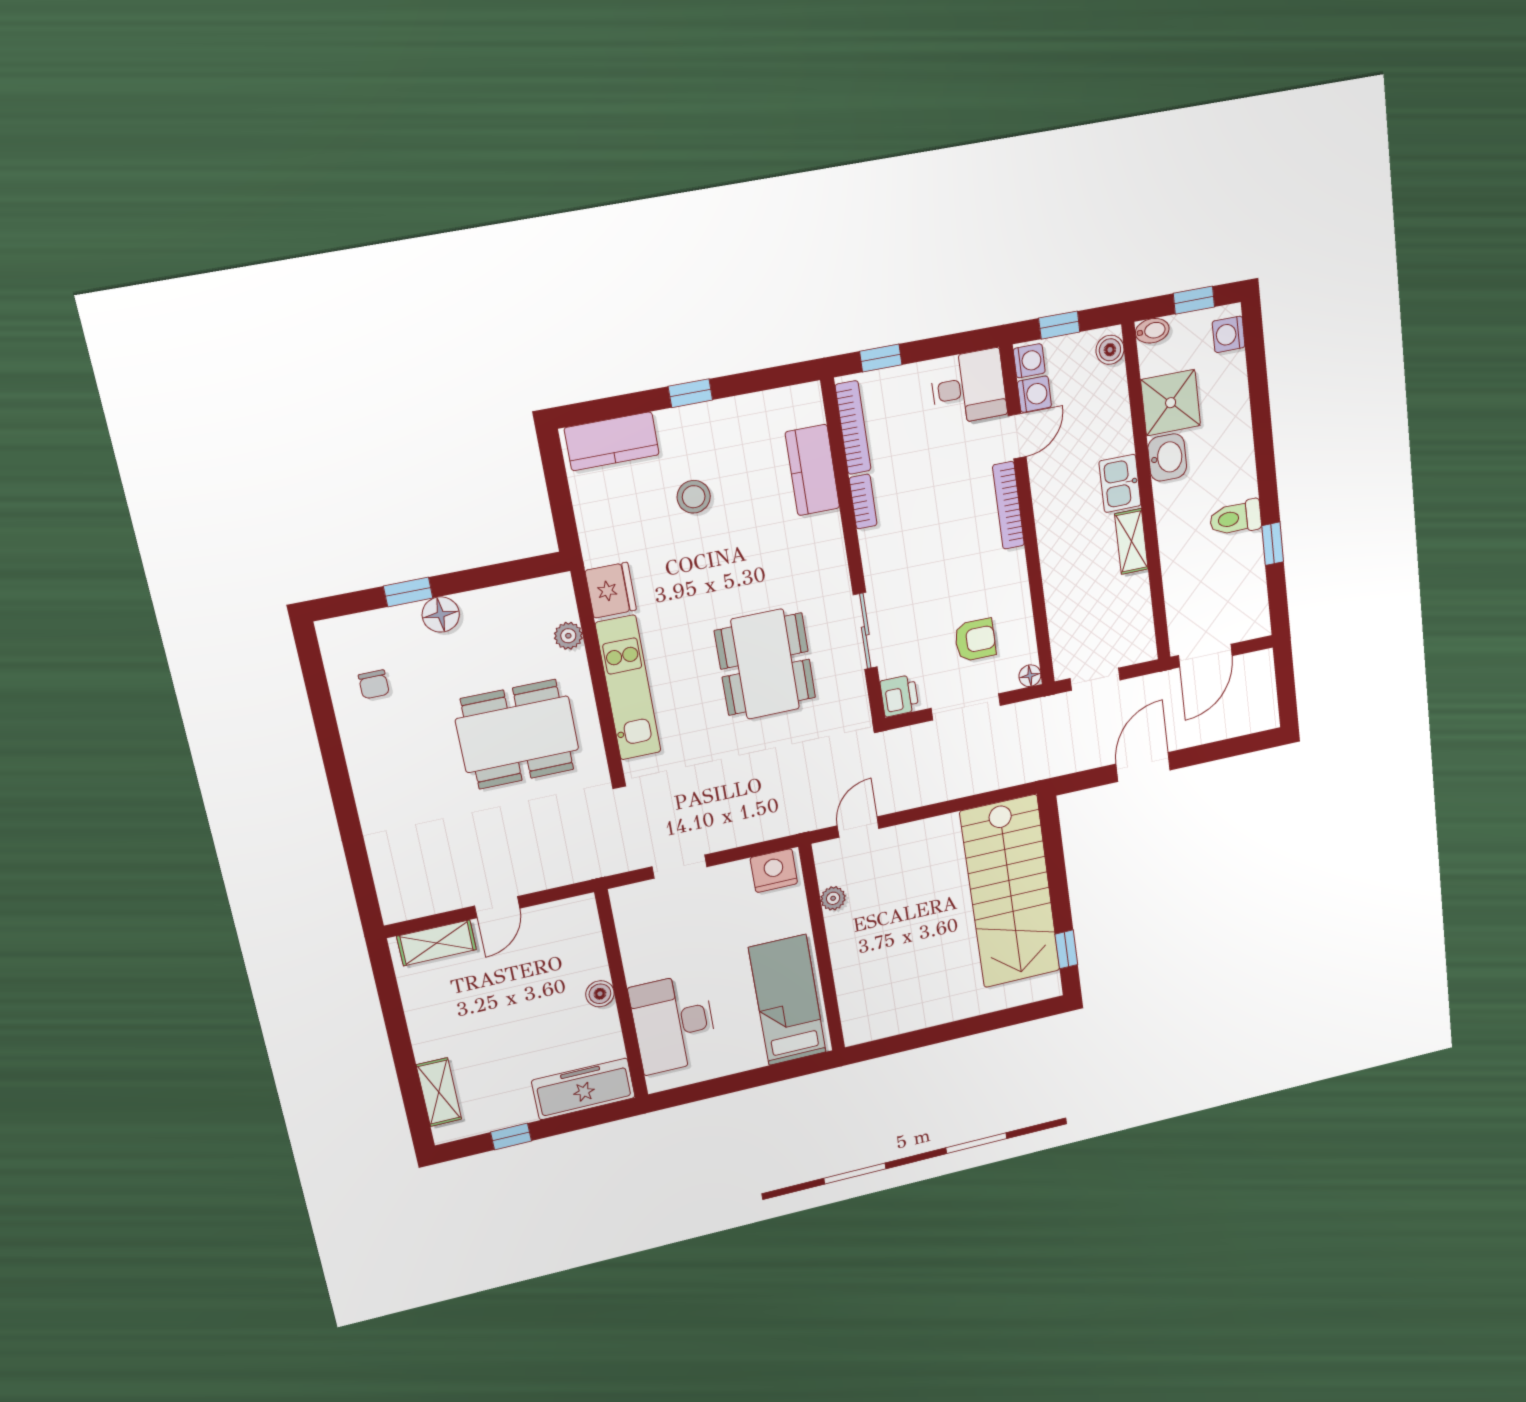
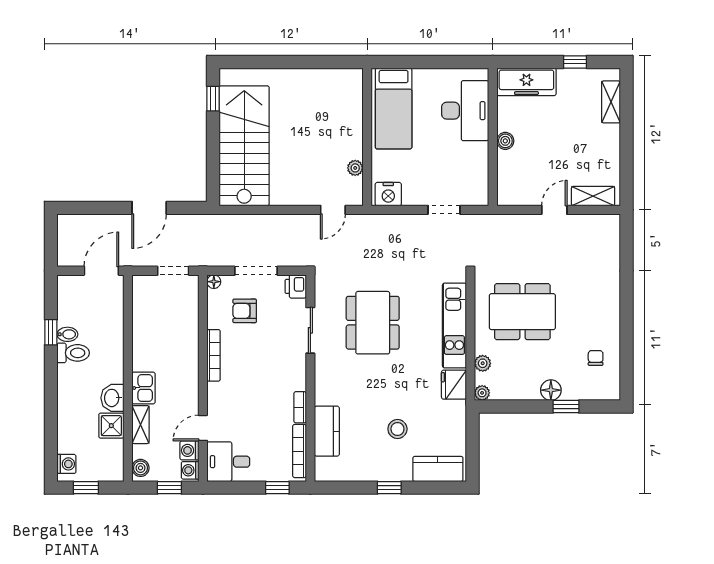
bidet: (1152, 331) -> (67, 334), moved, turned 180
shower: (1171, 403) -> (111, 426), width x0.73, depth x0.73
bookcase: (1008, 505) -> (214, 355), moved
shelving: (1131, 541) -> (140, 425), moved
plant: (560, 586) -> (482, 393), added

